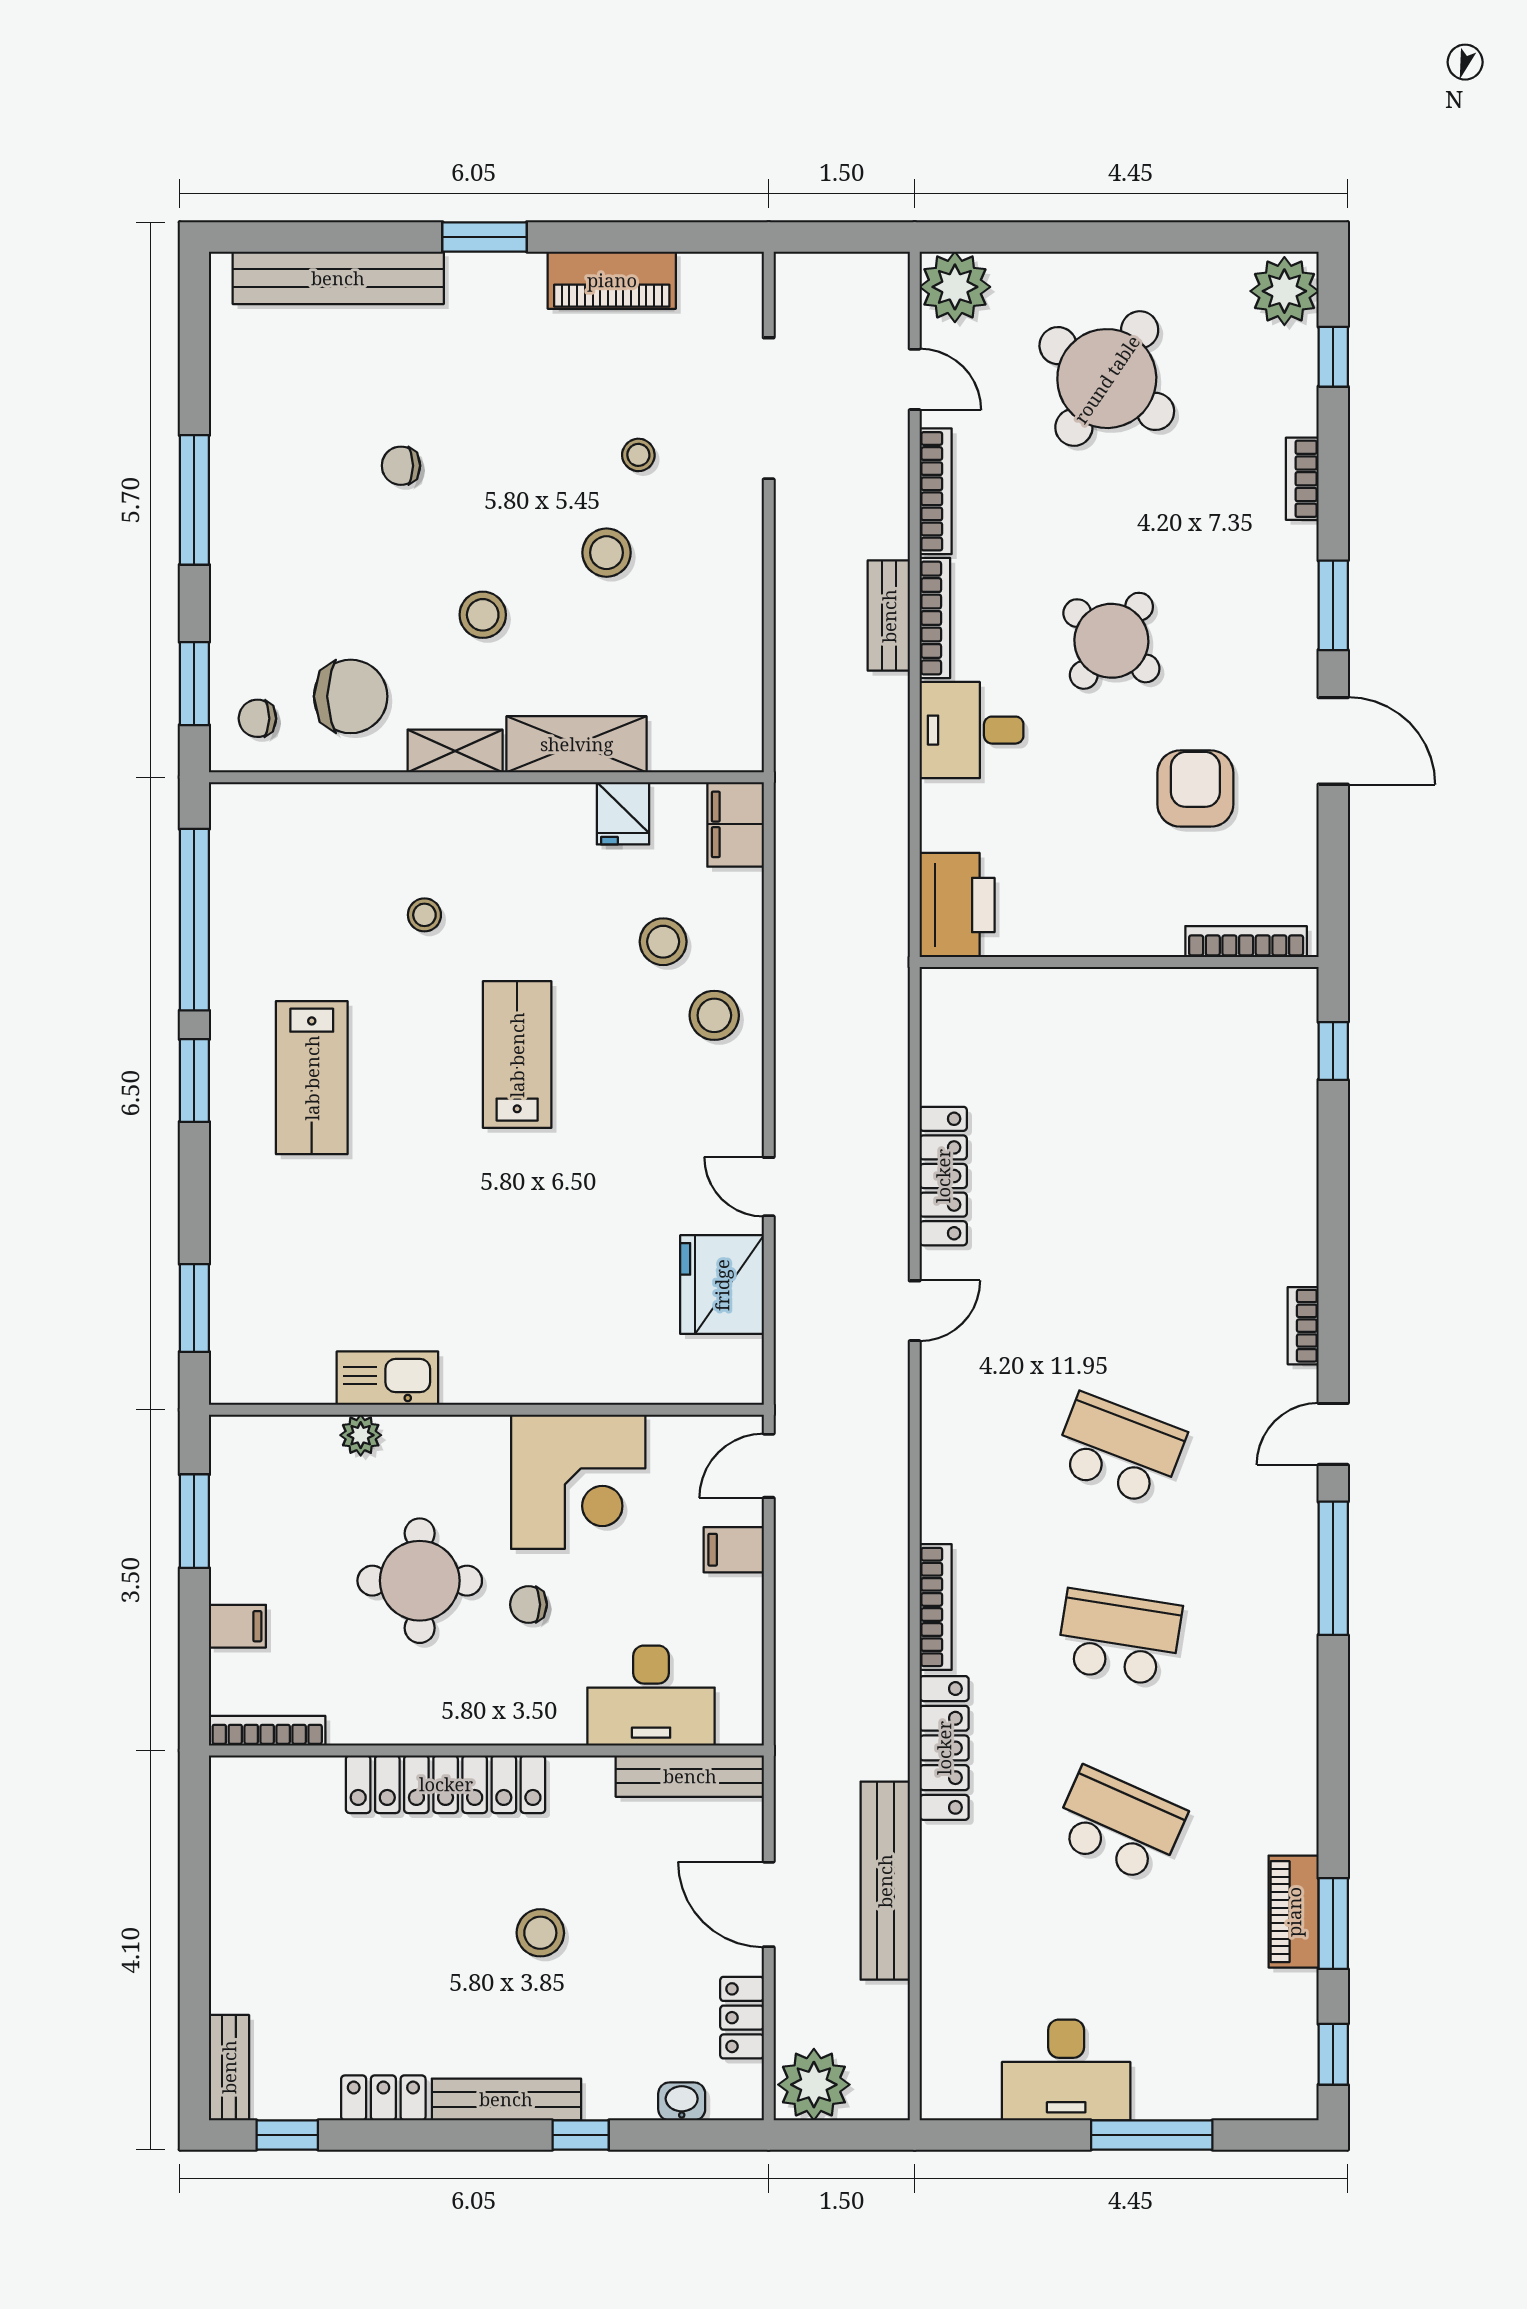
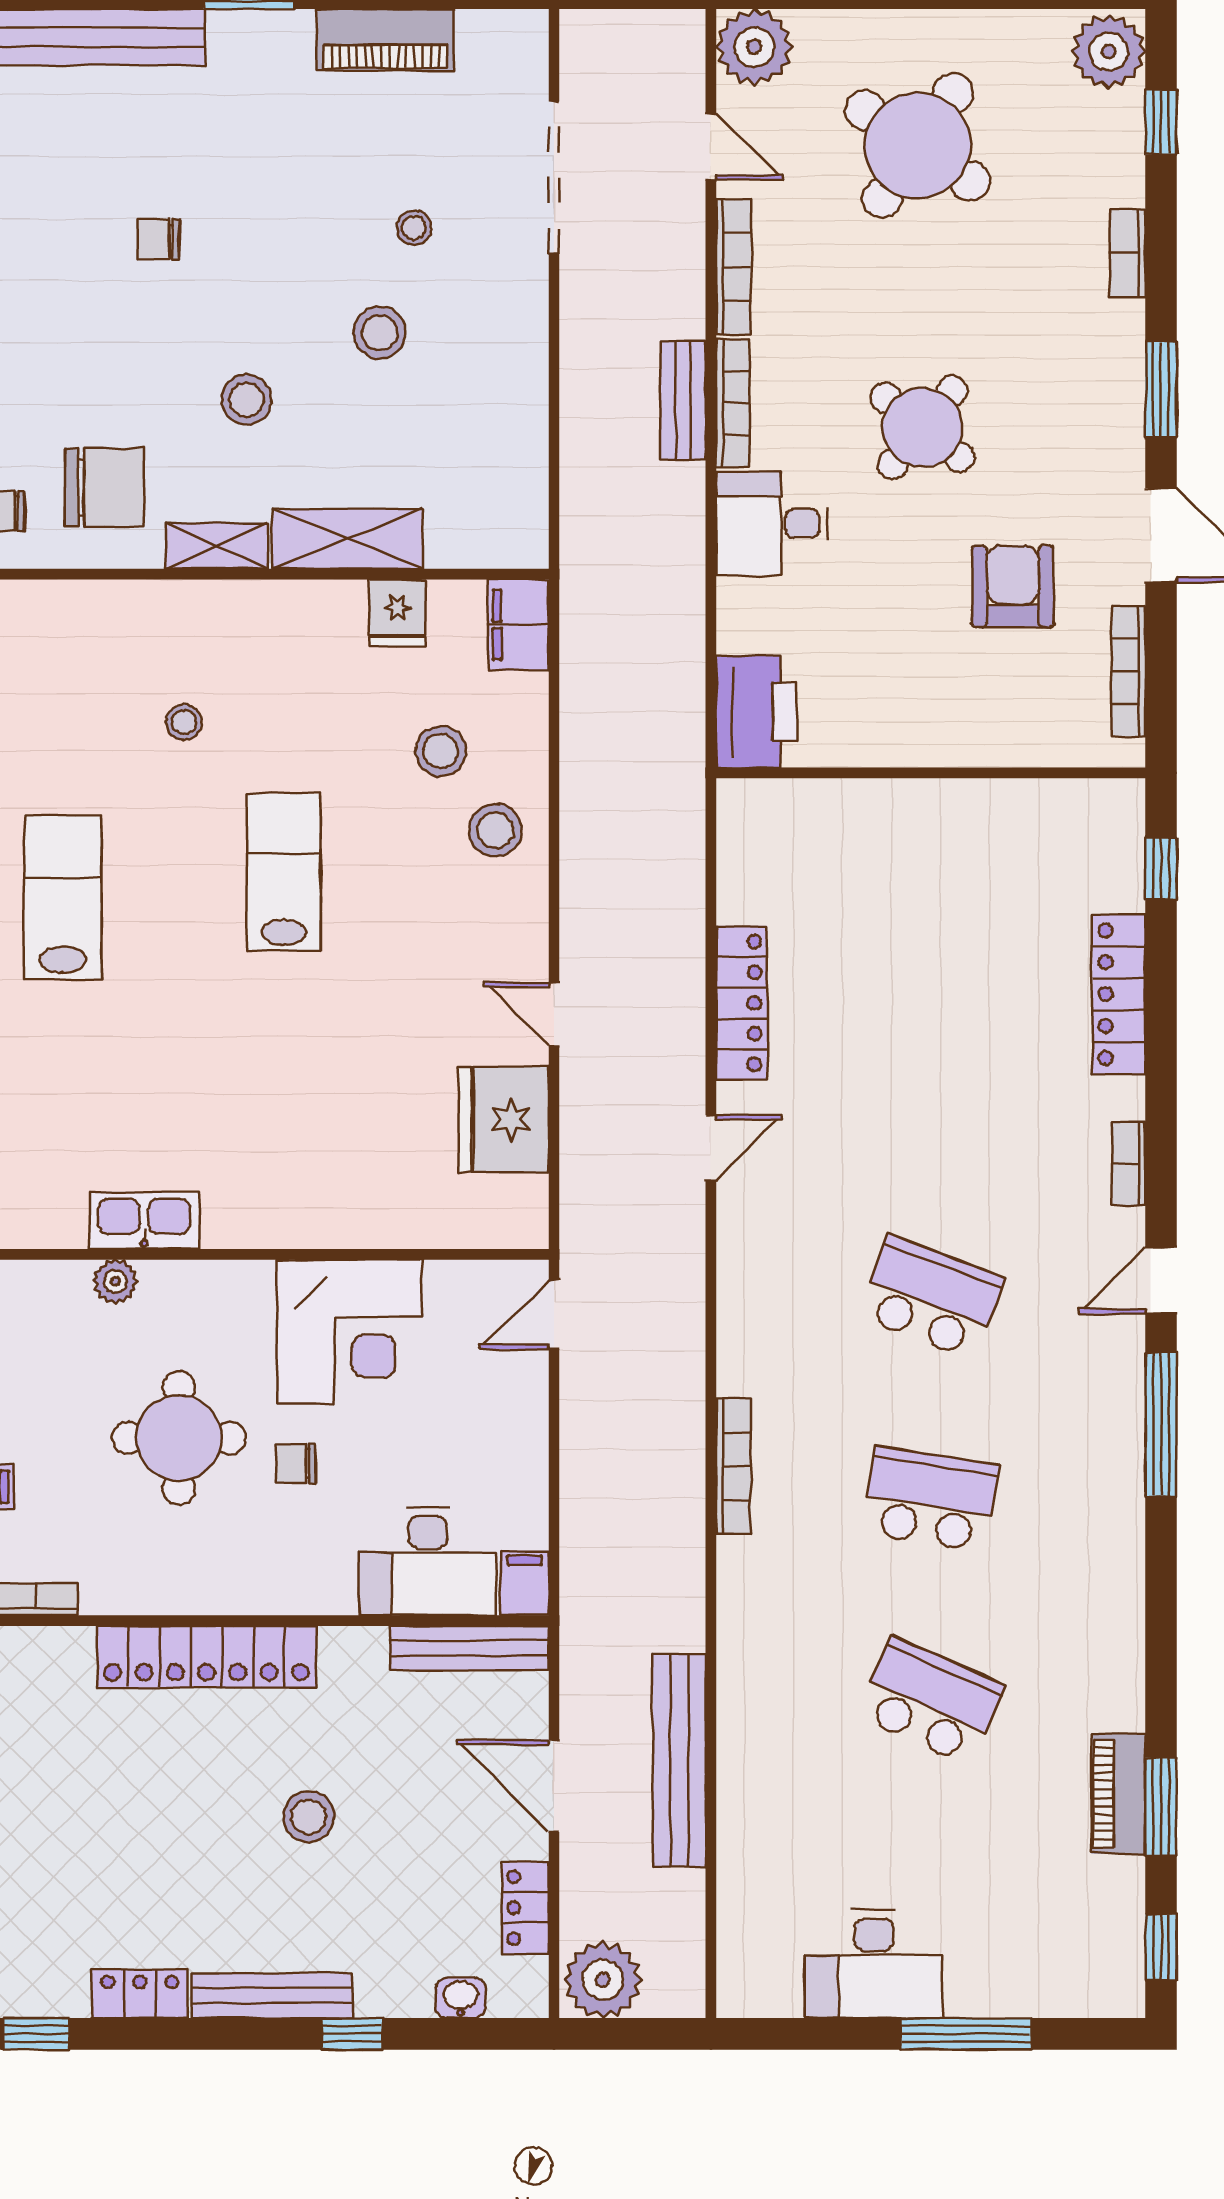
bookcase: (1246, 942) -> (1129, 671), moved, turned -90
lab bench: (312, 1078) -> (63, 897), turned 180
filing cabinet: (734, 1550) -> (524, 1583), moved, turned 90
locker: (944, 1748) -> (1119, 994), moved, turned 180

